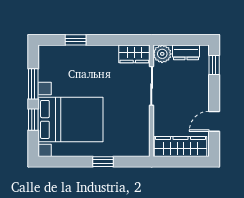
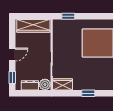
window: (76, 40) -> (88, 93), moved
door: (214, 121) -> (12, 55), moved
window: (103, 162) -> (68, 16), moved

